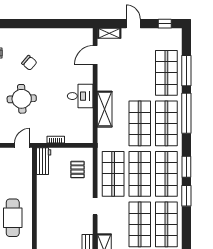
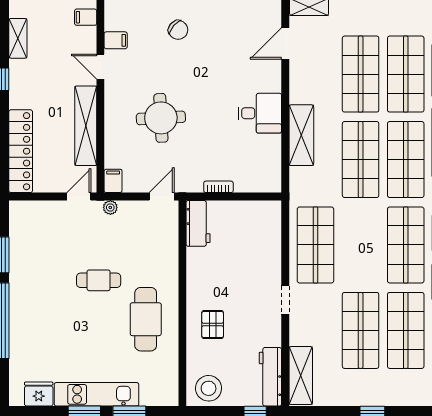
chair: (29, 63) -> (178, 30), moved
pallet: (77, 170) -> (213, 325), moved
shop shelf: (140, 174) -> (361, 74), moved

